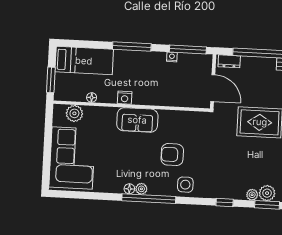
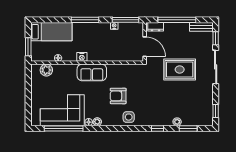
corner sofa: (72, 158) -> (62, 110), moved, turned -90
plant: (267, 193) -> (188, 120), removed
window: (149, 199) -> (64, 128), moved

